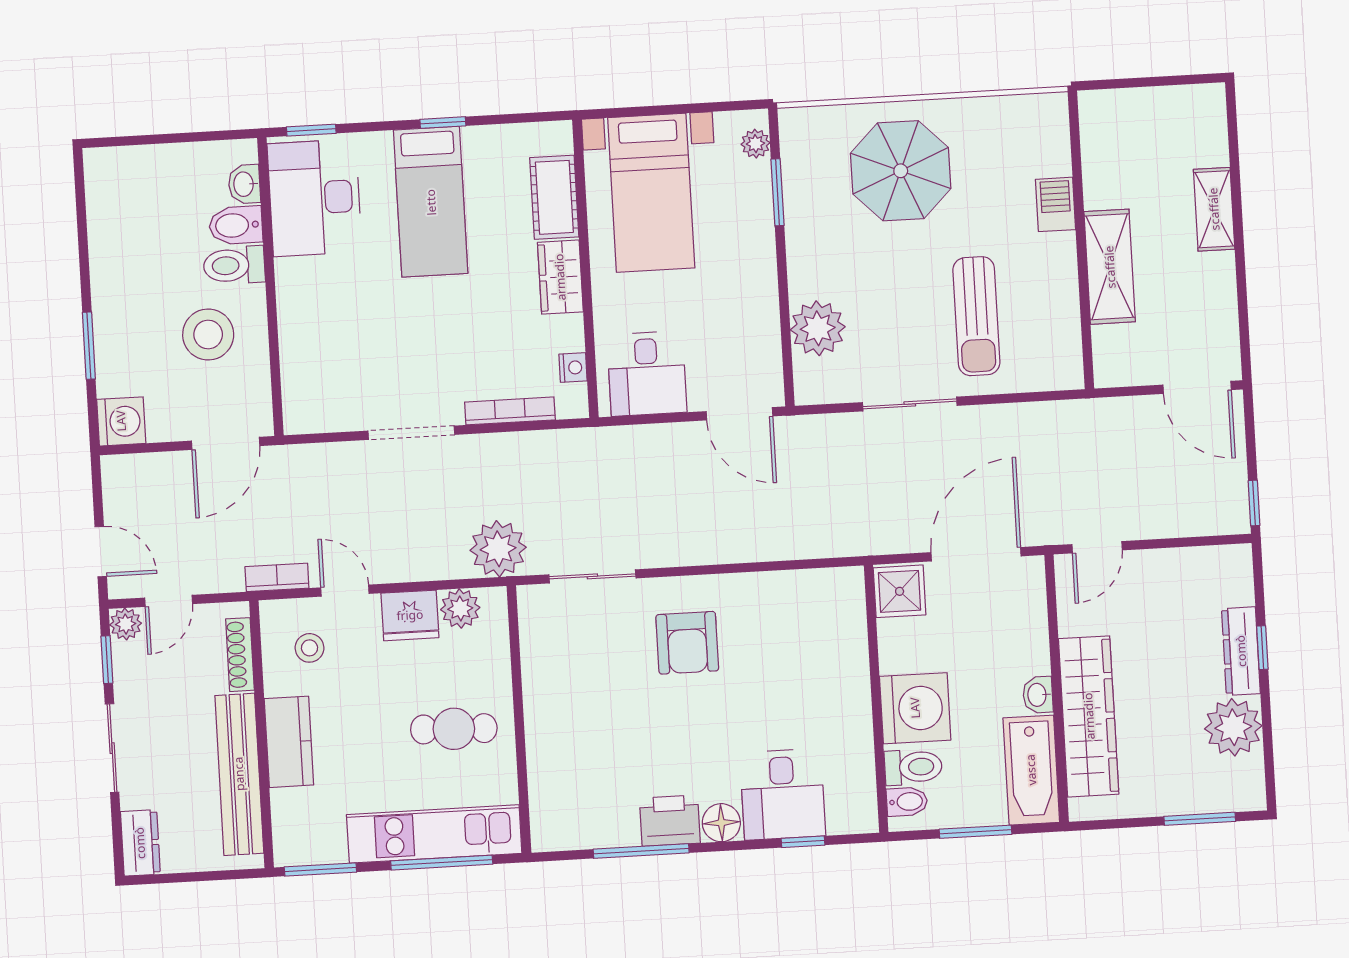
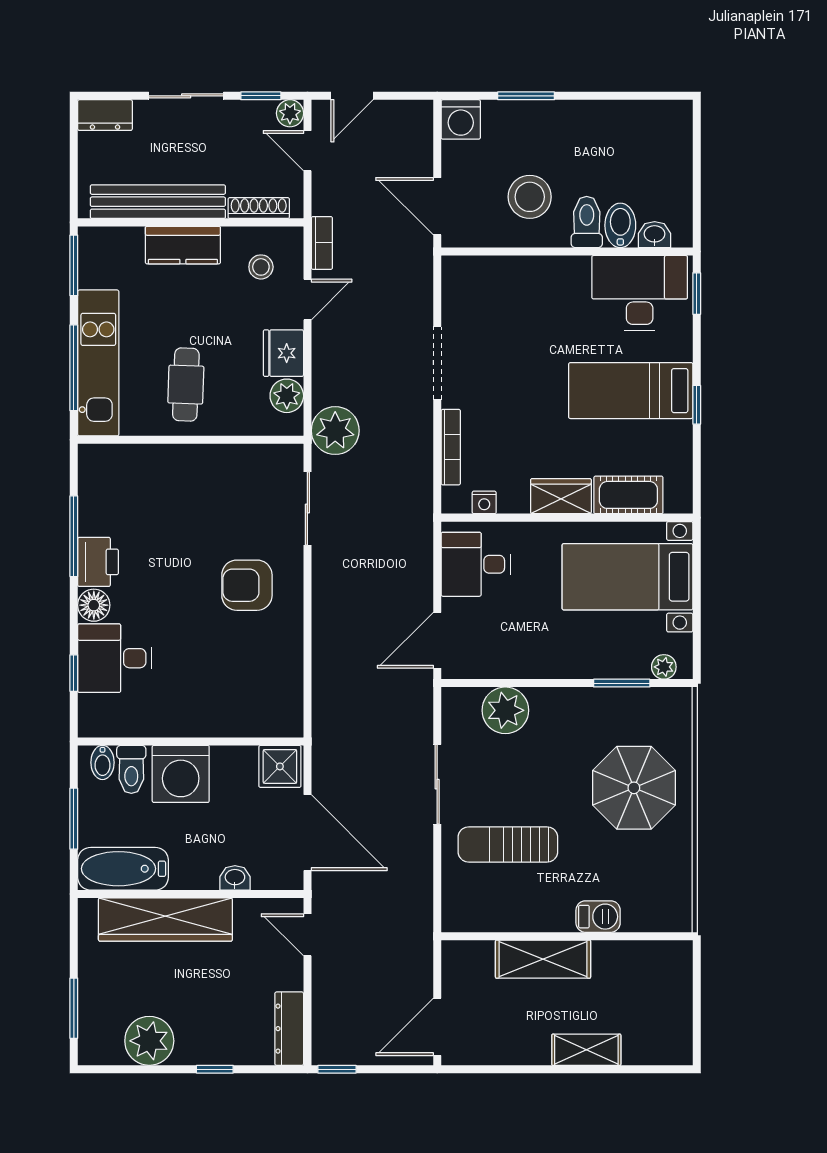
dresser: (1241, 651) -> (289, 1029), moved, turned -90
washbasin: (1038, 695) -> (235, 878), moved

